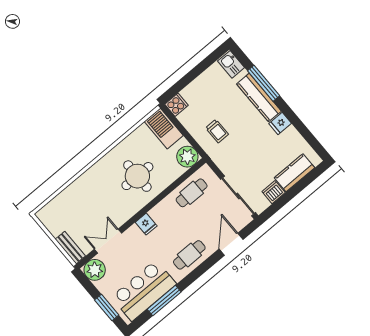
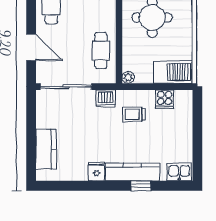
window: (264, 83) -> (141, 186), width x0.46
cooker: (177, 105) -> (165, 99), moved
plant: (187, 157) -> (128, 77), width x0.53, depth x0.53
dishwasher: (274, 192) -> (106, 98), moved, turned 90

